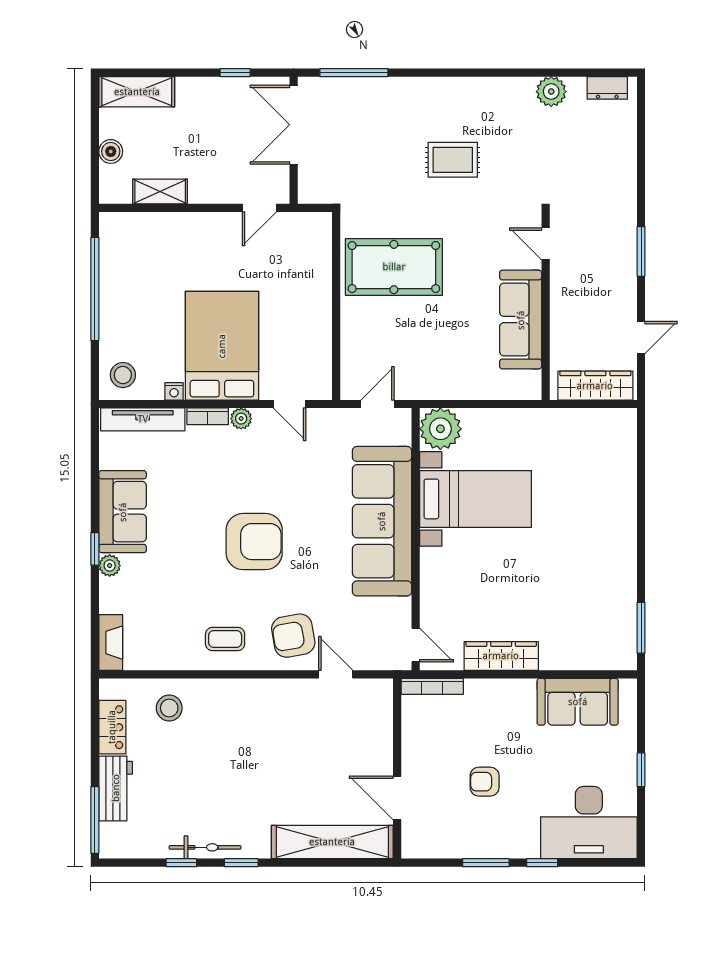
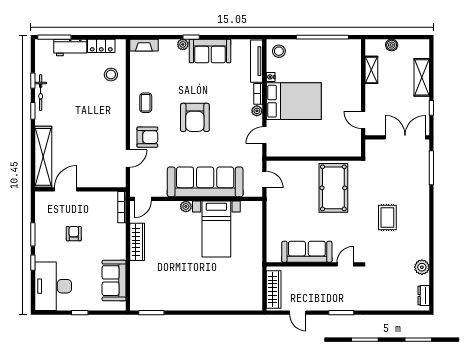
shelving: (137, 92) -> (422, 77), moved
plant: (440, 429) -> (186, 206), moved, width x0.53, depth x0.53
armchair: (293, 636) -> (147, 137), turned 100

